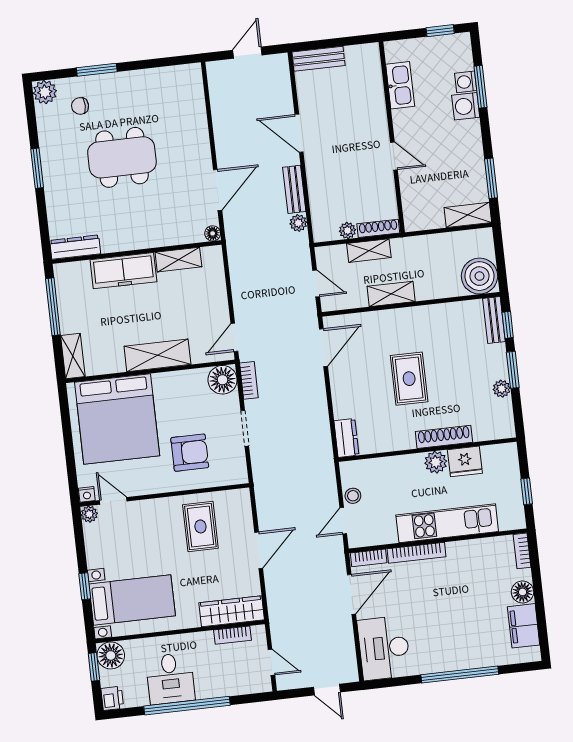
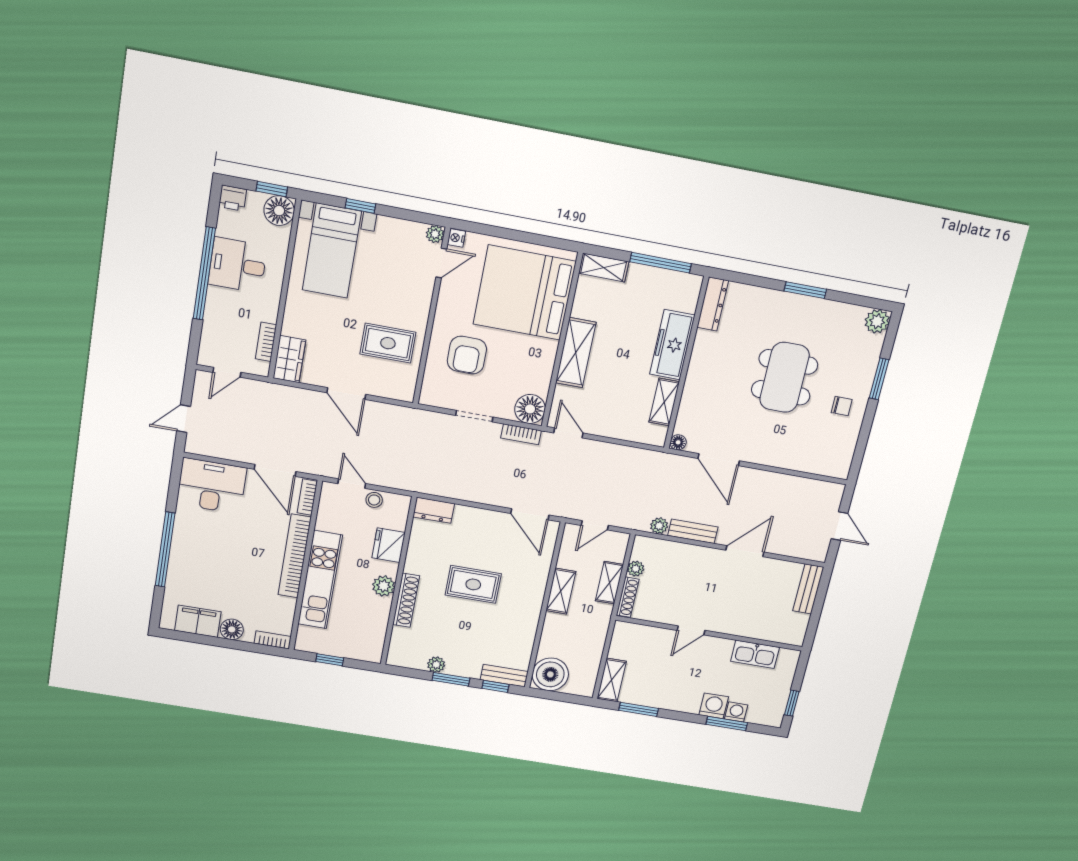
chair: (80, 106) -> (842, 406), moved, turned 90
fridge: (465, 461) -> (389, 545), moved
bookcase: (417, 553) -> (295, 556), width x1.48, depth x1.31
wardrobe: (232, 611) -> (289, 359), width x0.67

